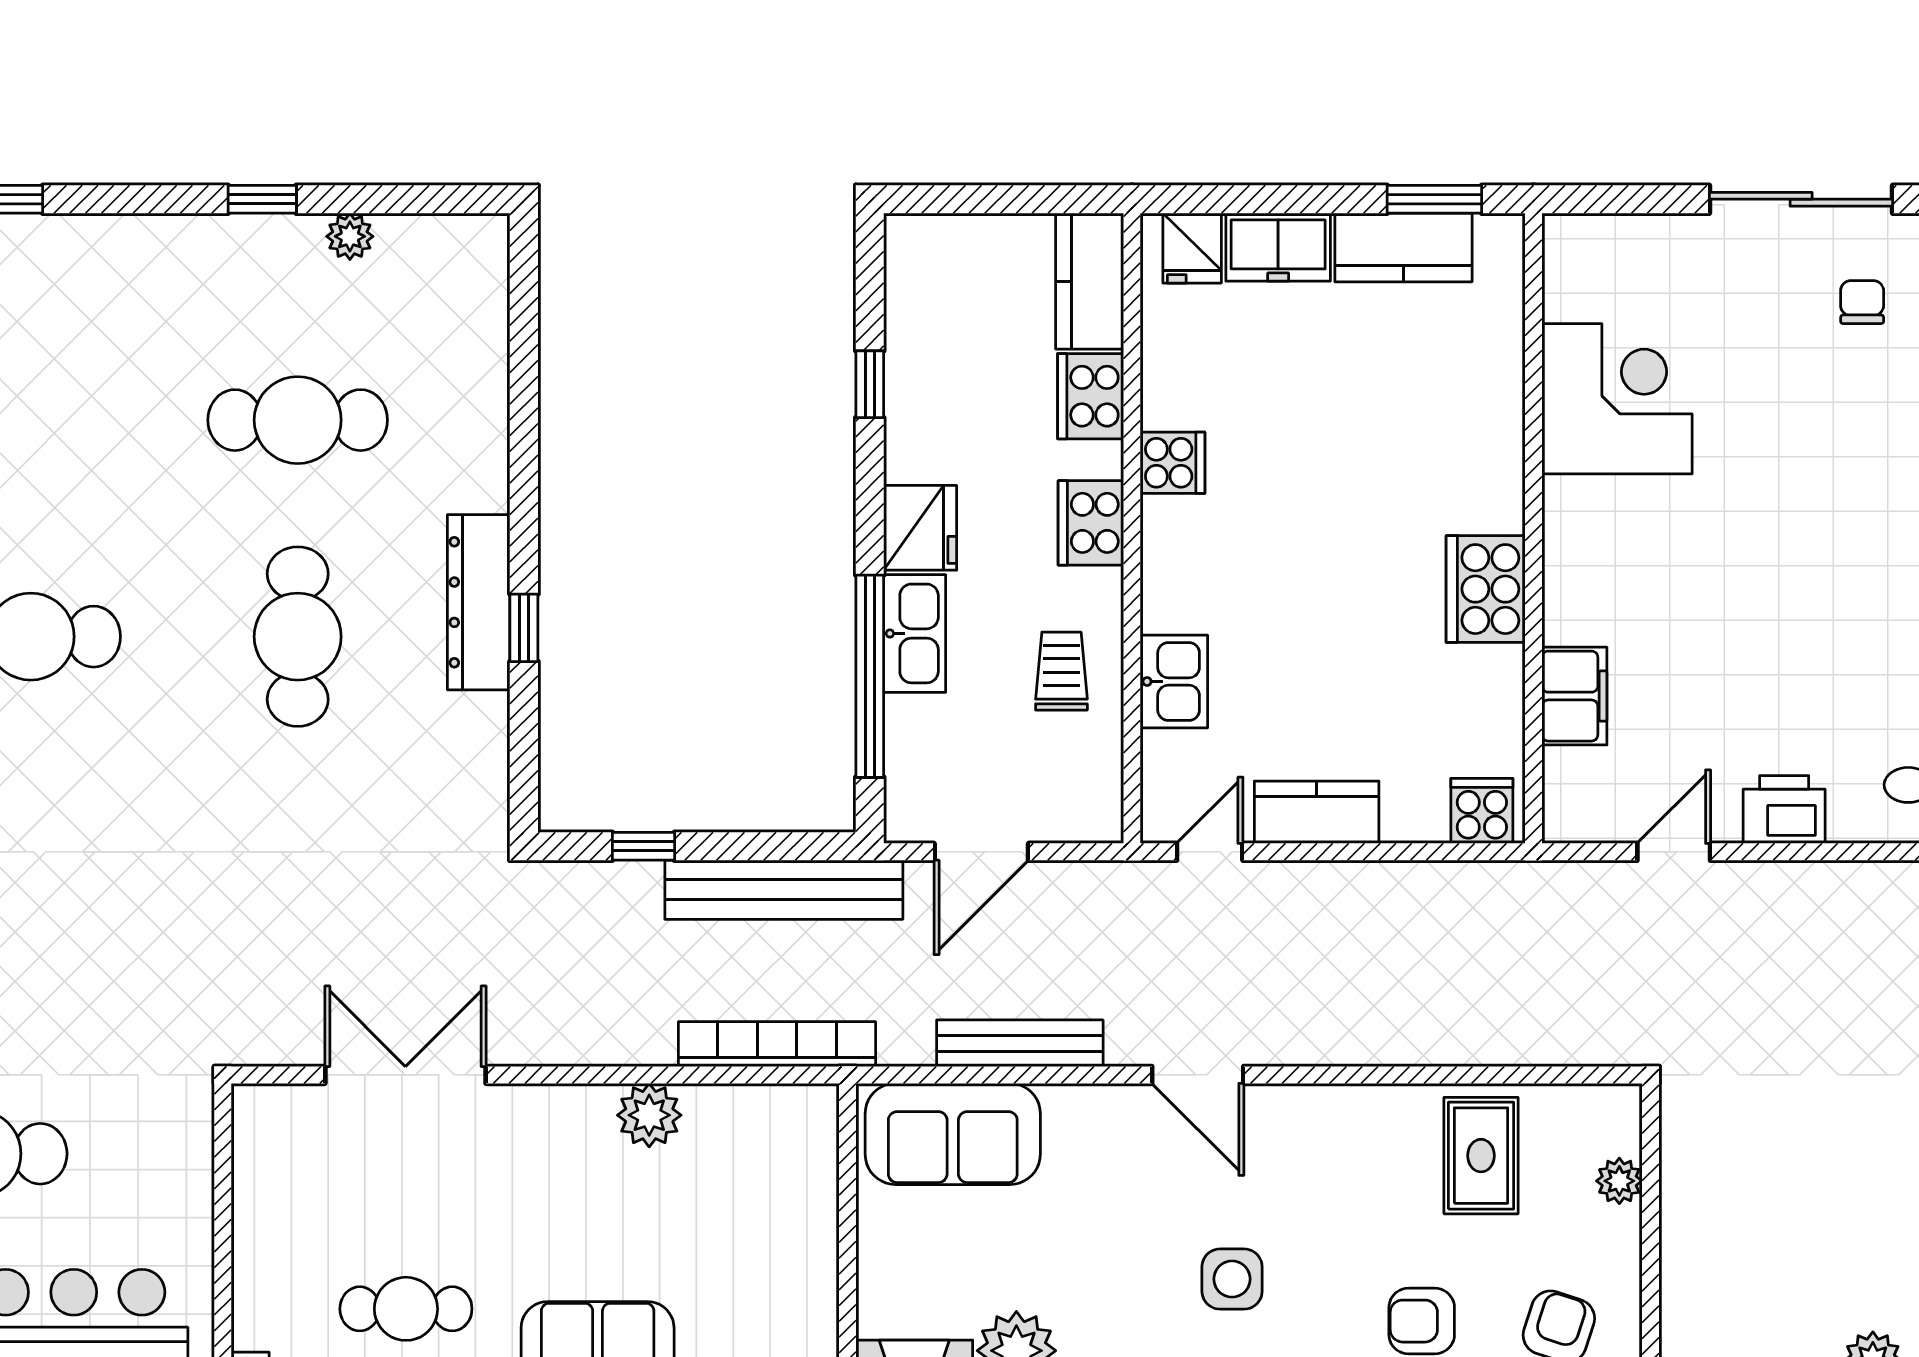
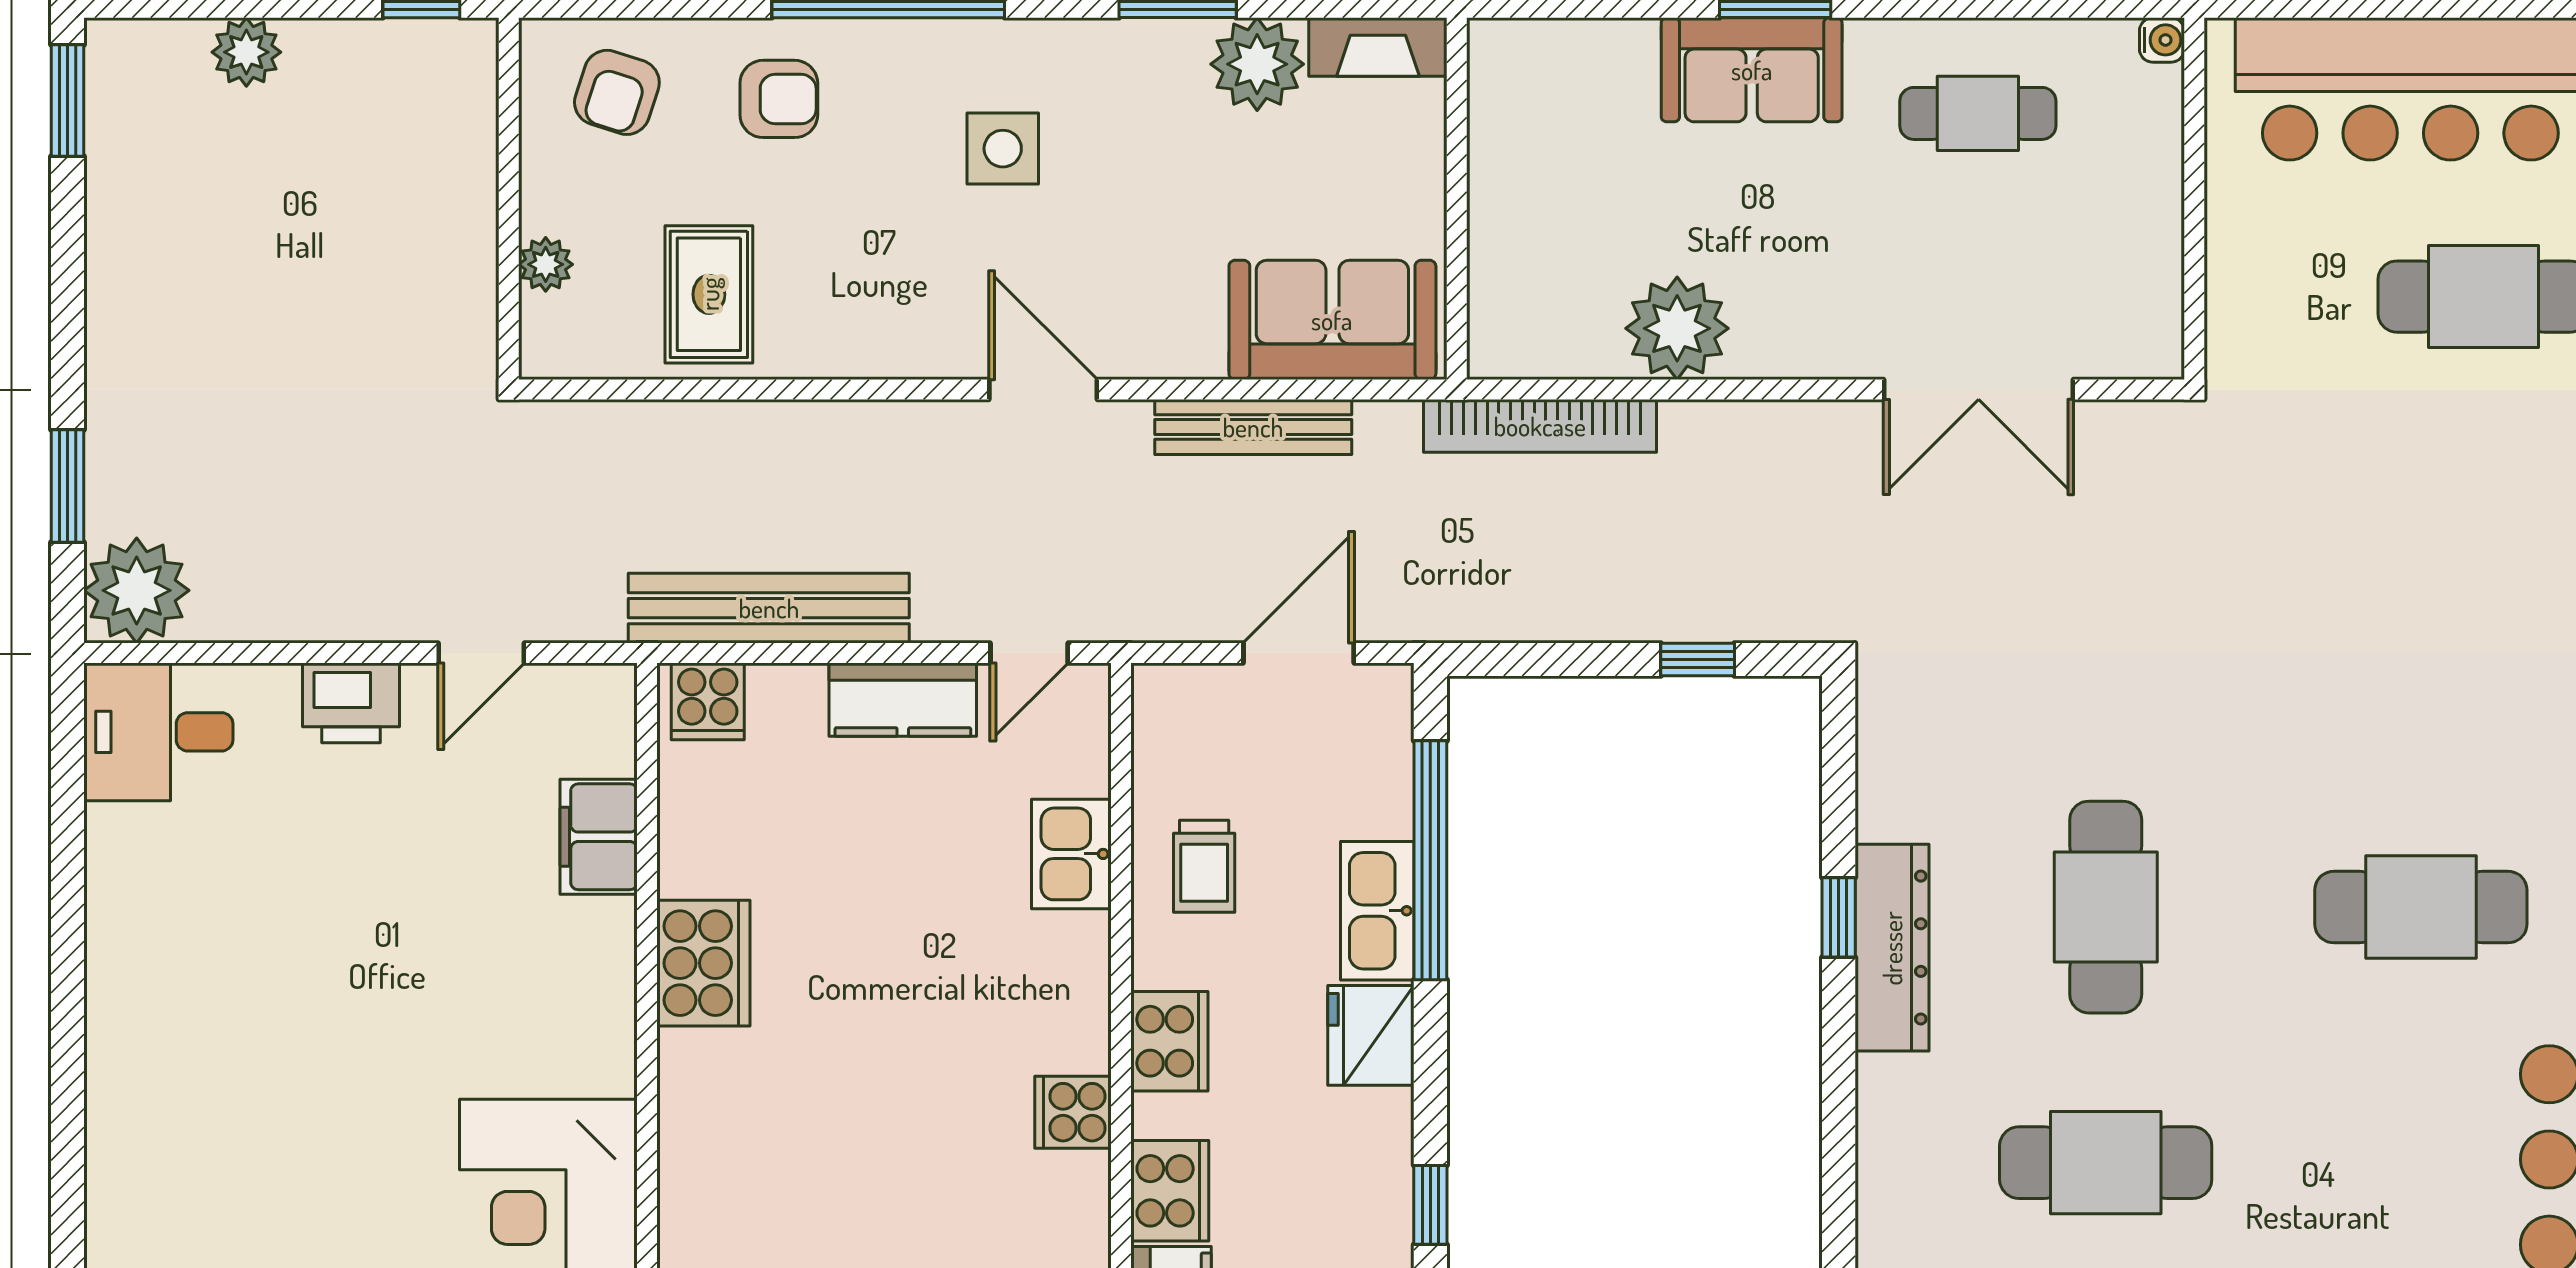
bench: (784, 890) -> (769, 608), moved
plant: (649, 1115) -> (1677, 328), width x1.36, depth x1.36

